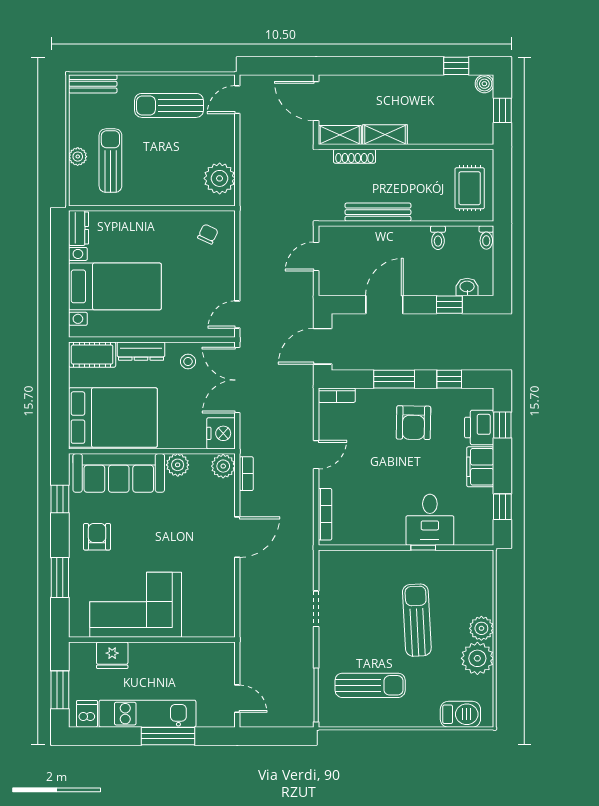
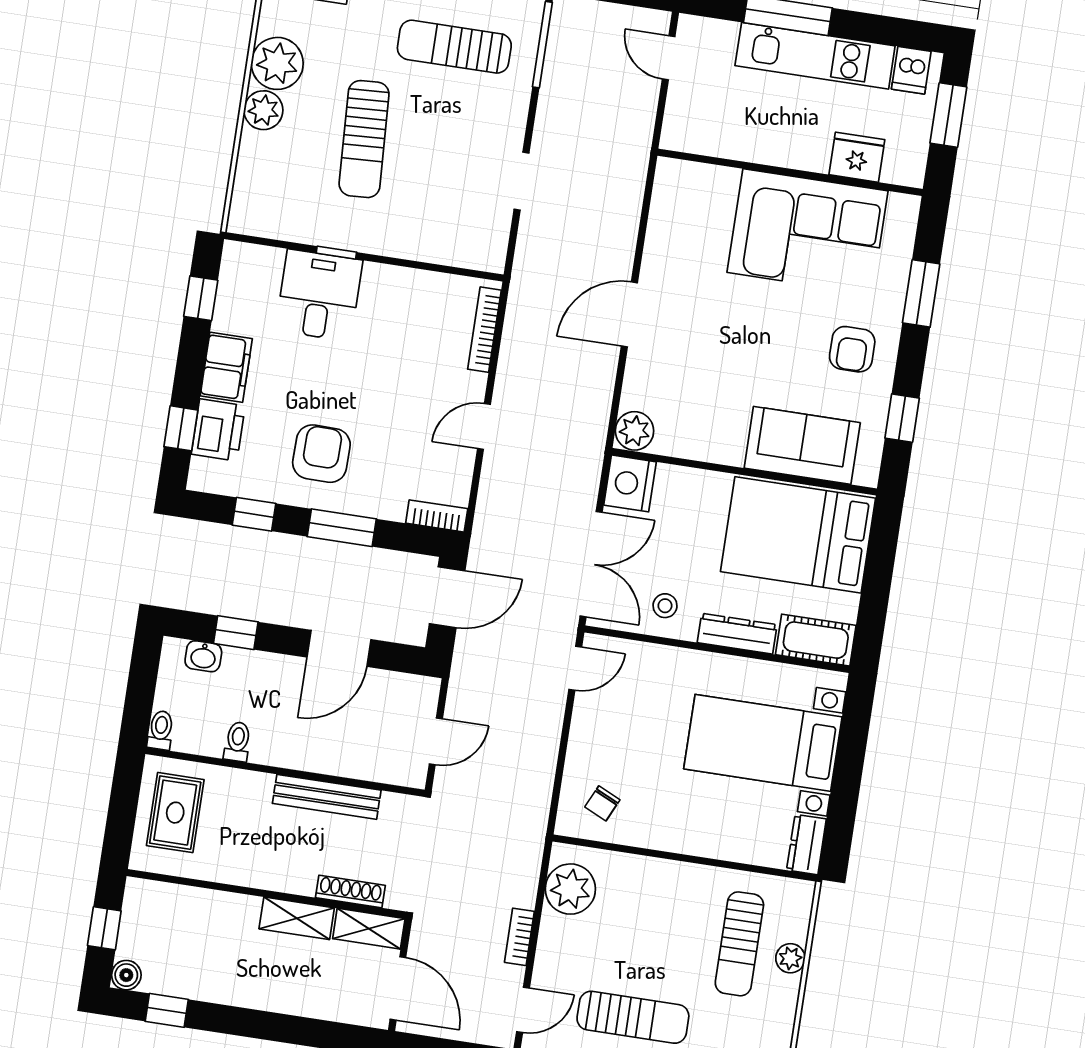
plant: (178, 465) -> (707, 444), removed
sofa: (119, 473) -> (802, 445), width x0.73
bookcase: (246, 474) -> (519, 937), moved

